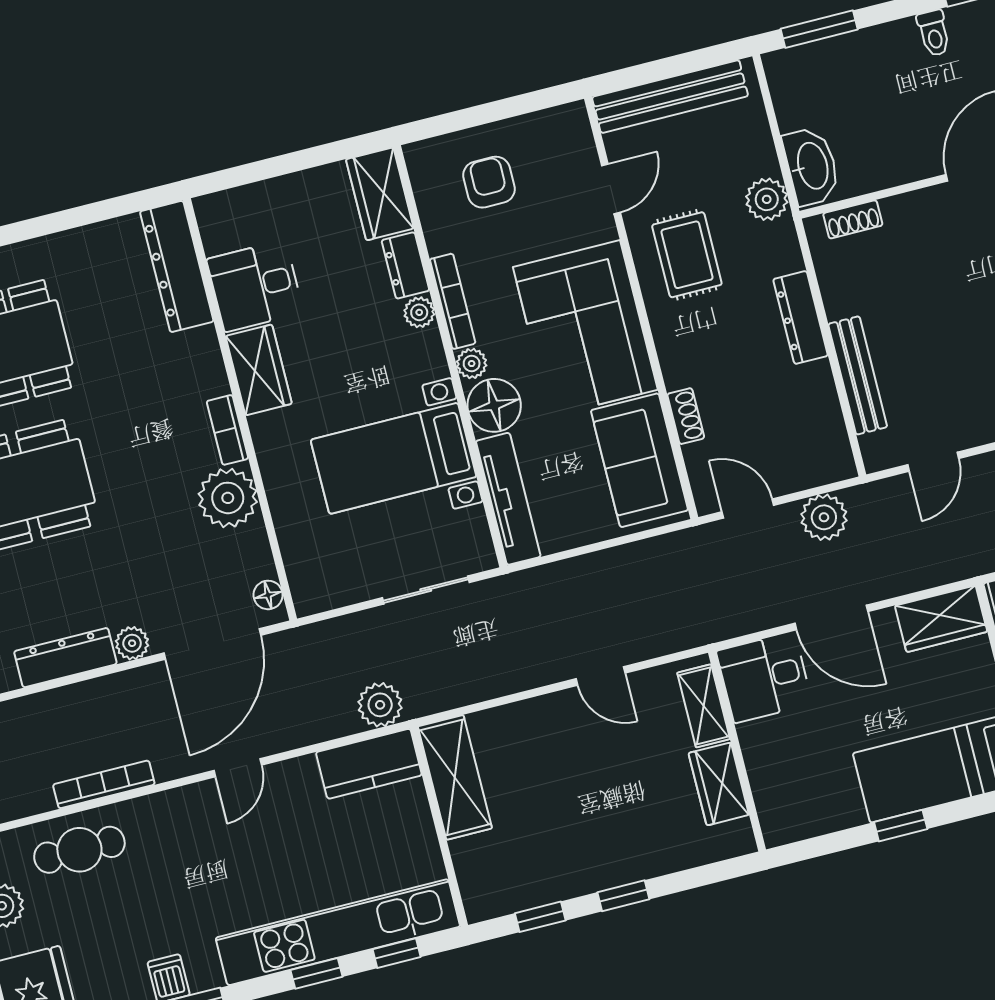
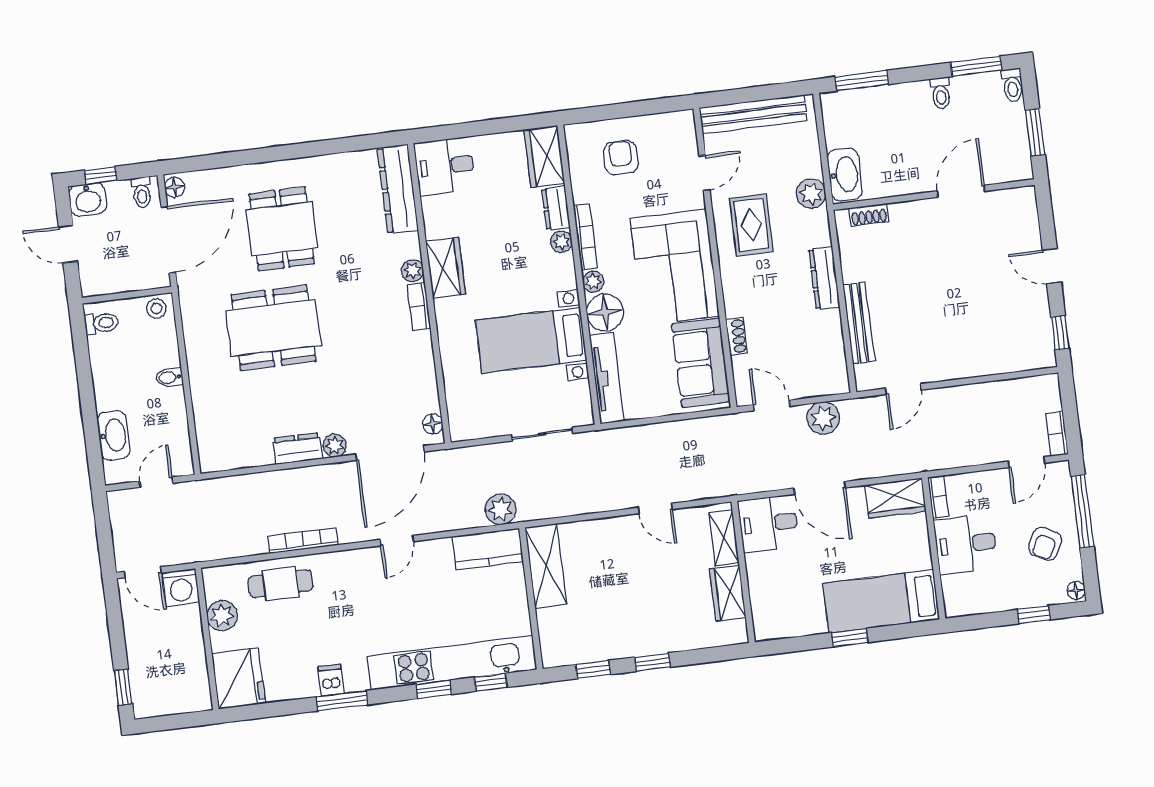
desk: (255, 286) -> (445, 166), moved
plant: (228, 498) -> (413, 271), moved, width x0.53, depth x0.53
dresser: (65, 658) -> (298, 448), width x0.70

